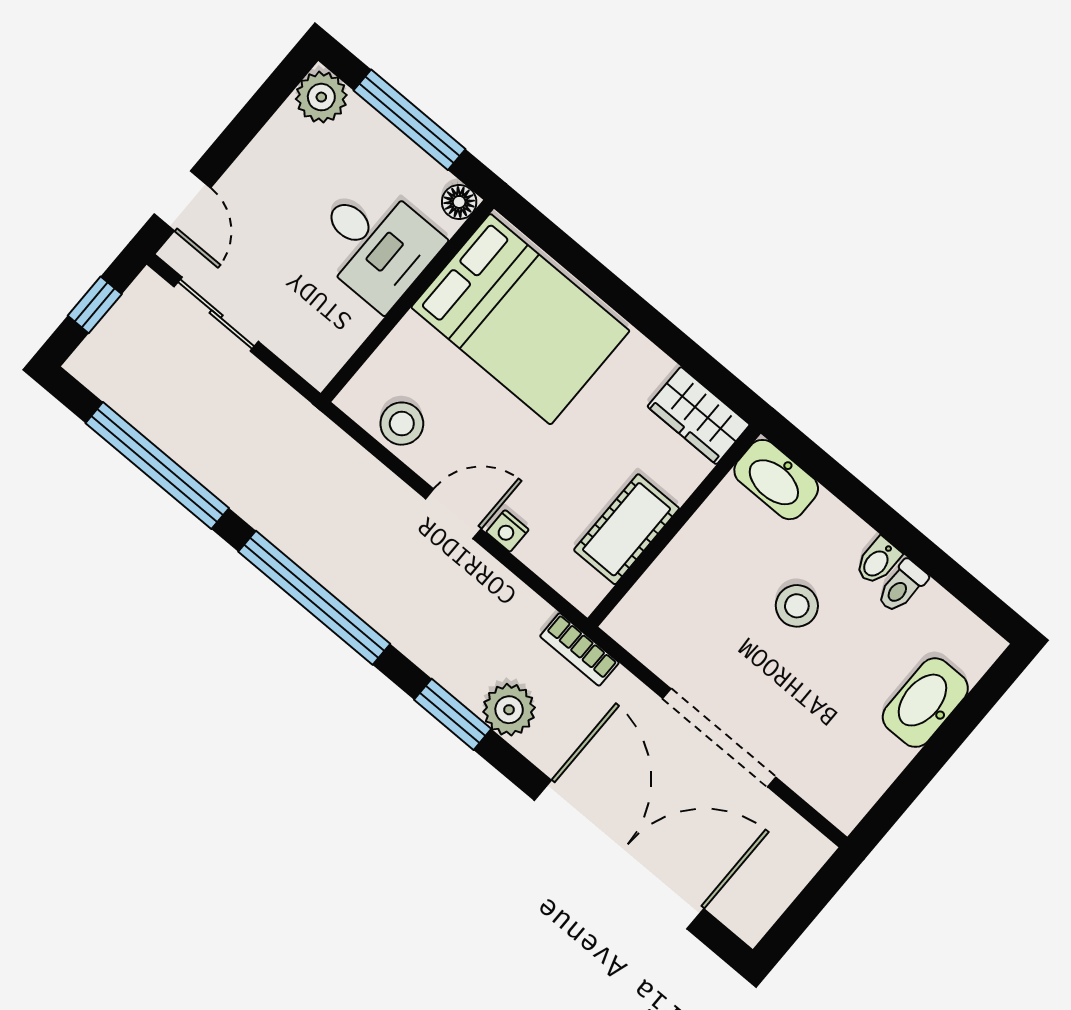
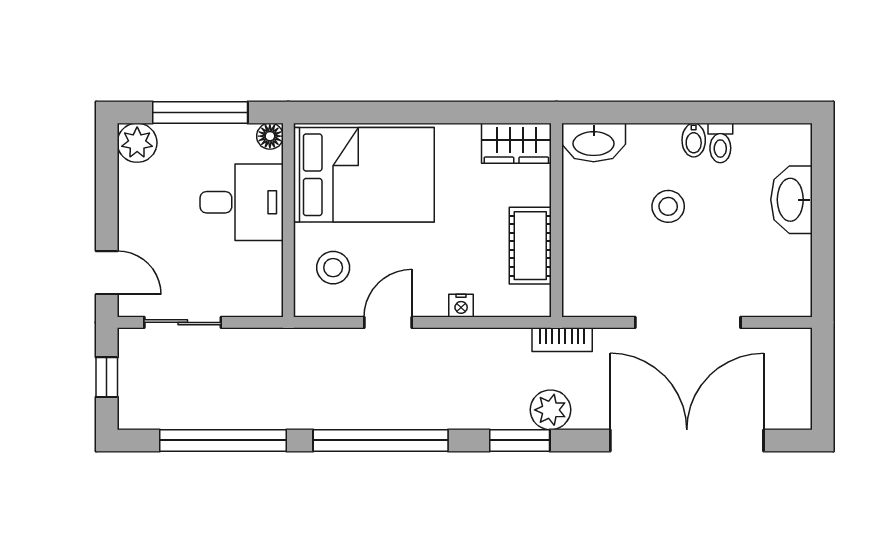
stool: (402, 424) -> (333, 268), moved
door: (453, 514) -> (388, 322), moved

